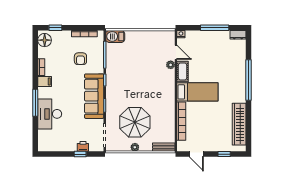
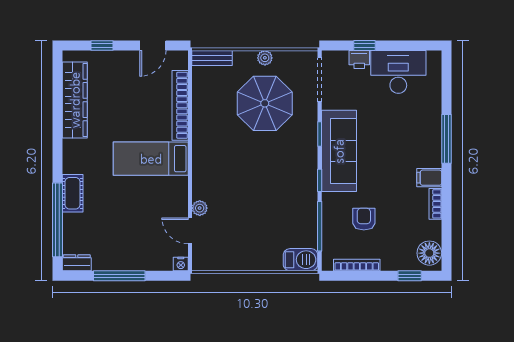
cot: (183, 71) -> (73, 193), moved
window: (249, 80) -> (57, 220), moved
desk: (50, 114) -> (398, 72), moved, turned -90
door: (196, 154) -> (153, 45), swing flipped

